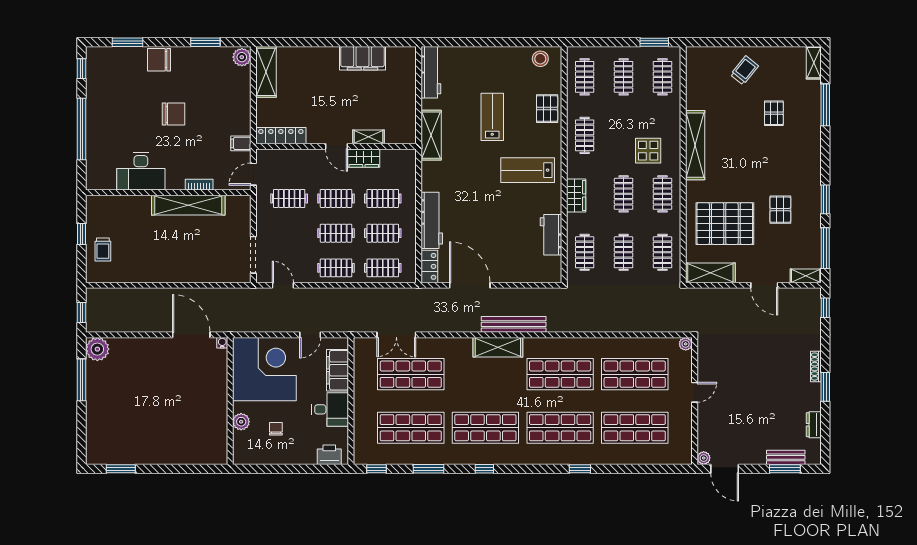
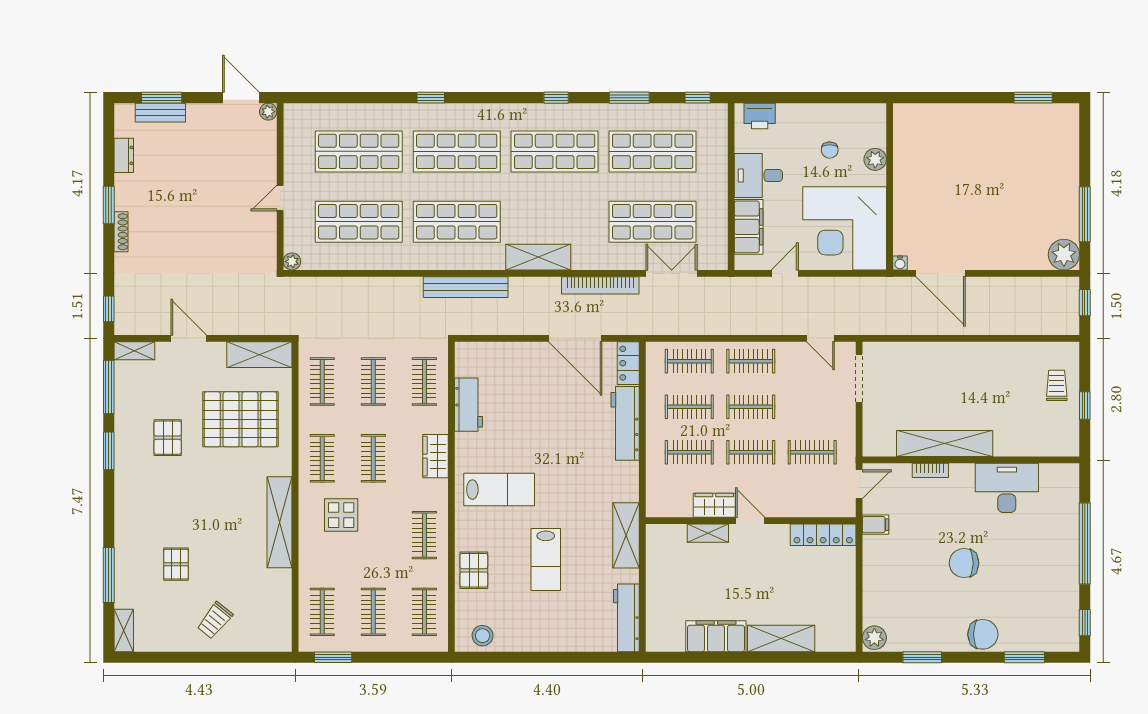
shelving: (266, 72) -> (781, 638), moved, turned 90
bench: (514, 324) -> (466, 287), moved
bookcase: (451, 326) -> (600, 285), added

